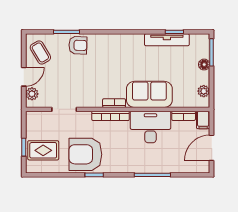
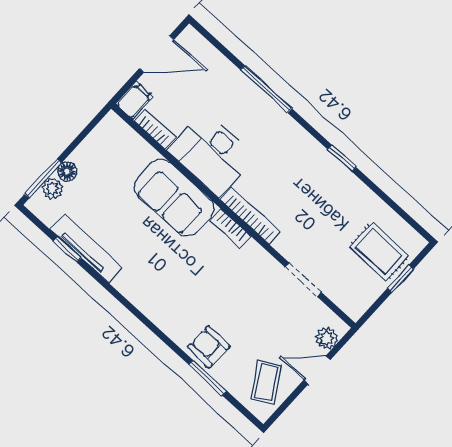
plant: (204, 91) -> (53, 189), moved
armchair: (85, 154) -> (329, 196), removed

